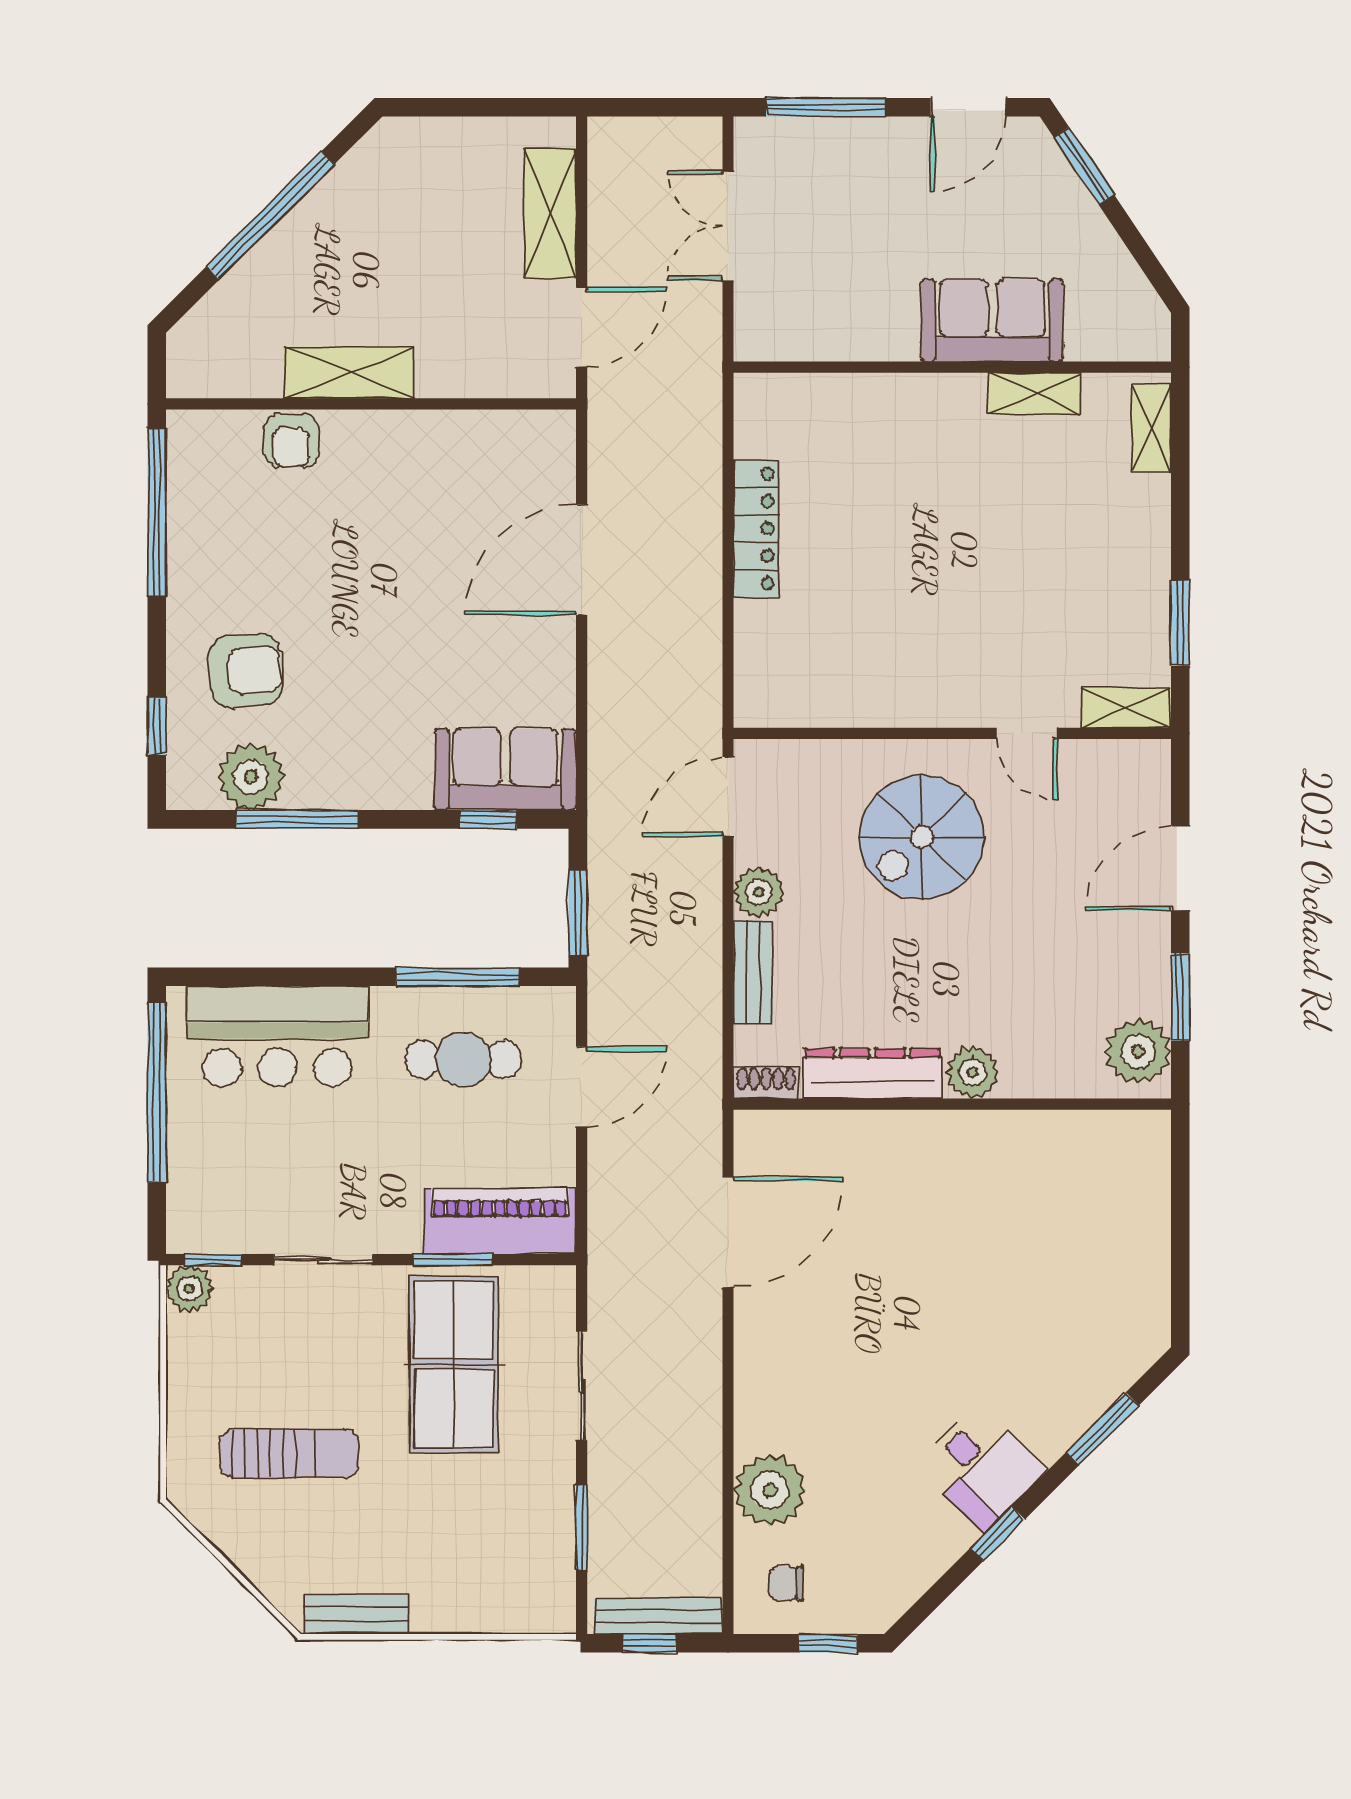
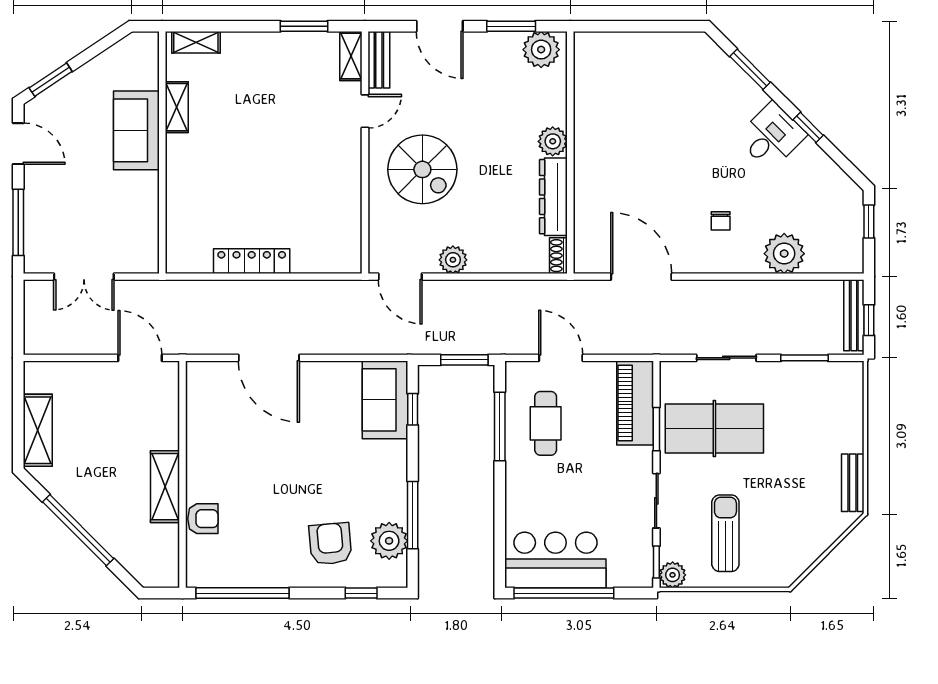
shelving: (550, 213) -> (38, 430), moved, turned 90
bench: (753, 972) -> (379, 60), moved, turned 90
bar counter: (278, 1036) -> (555, 560), moved, turned -90
sun lounger: (289, 1454) -> (725, 533), moved
chair: (786, 1583) -> (721, 221), moved

